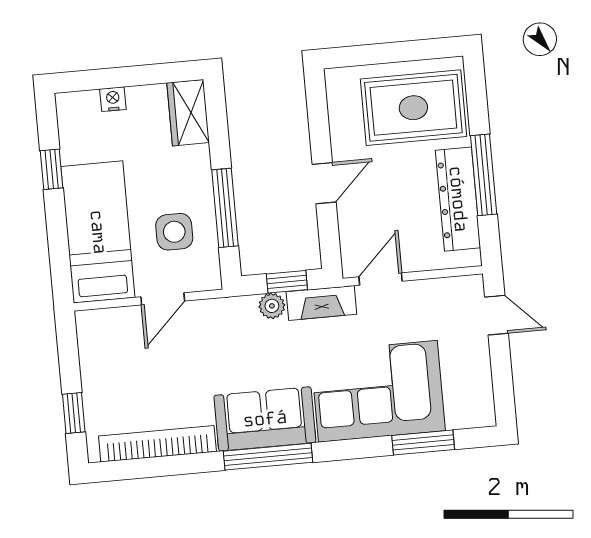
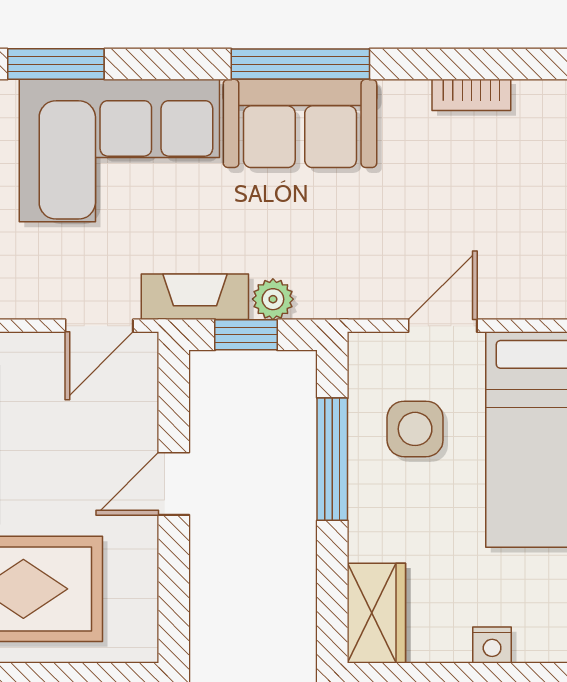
bookcase: (157, 444) -> (471, 95), width x0.43, depth x0.76

